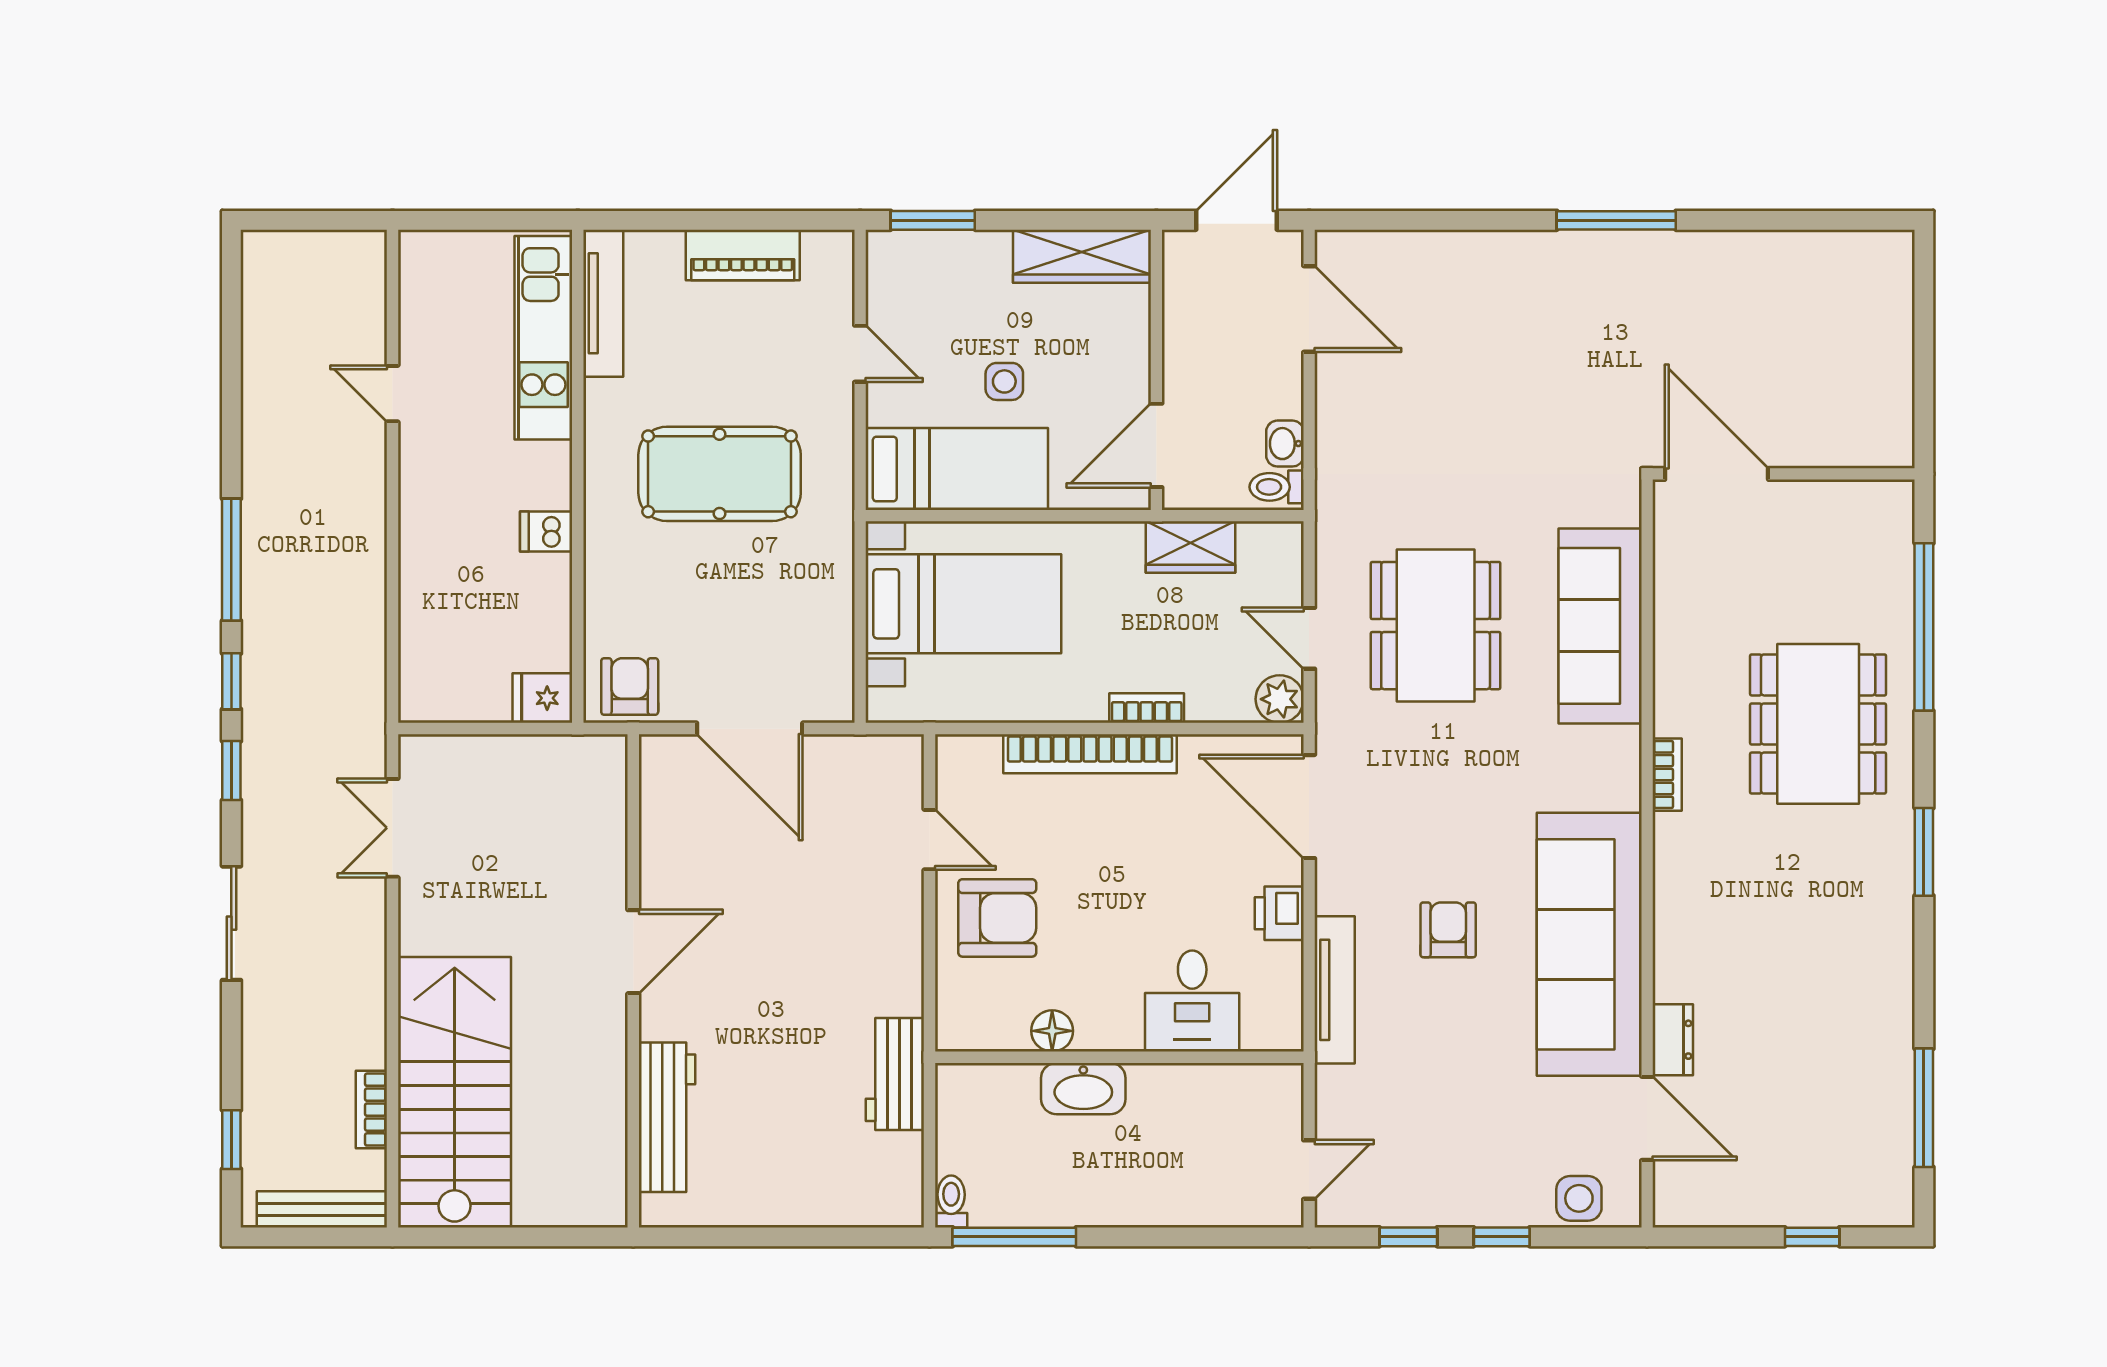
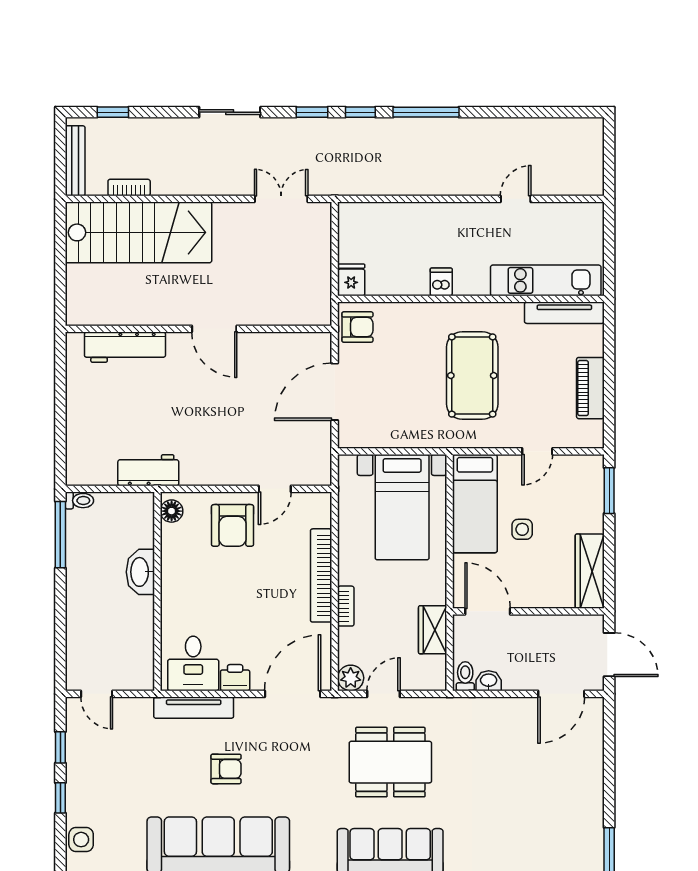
desk: (1192, 1001) -> (193, 663), moved, turned -90
floor lamp: (1052, 1031) -> (172, 511), moved

